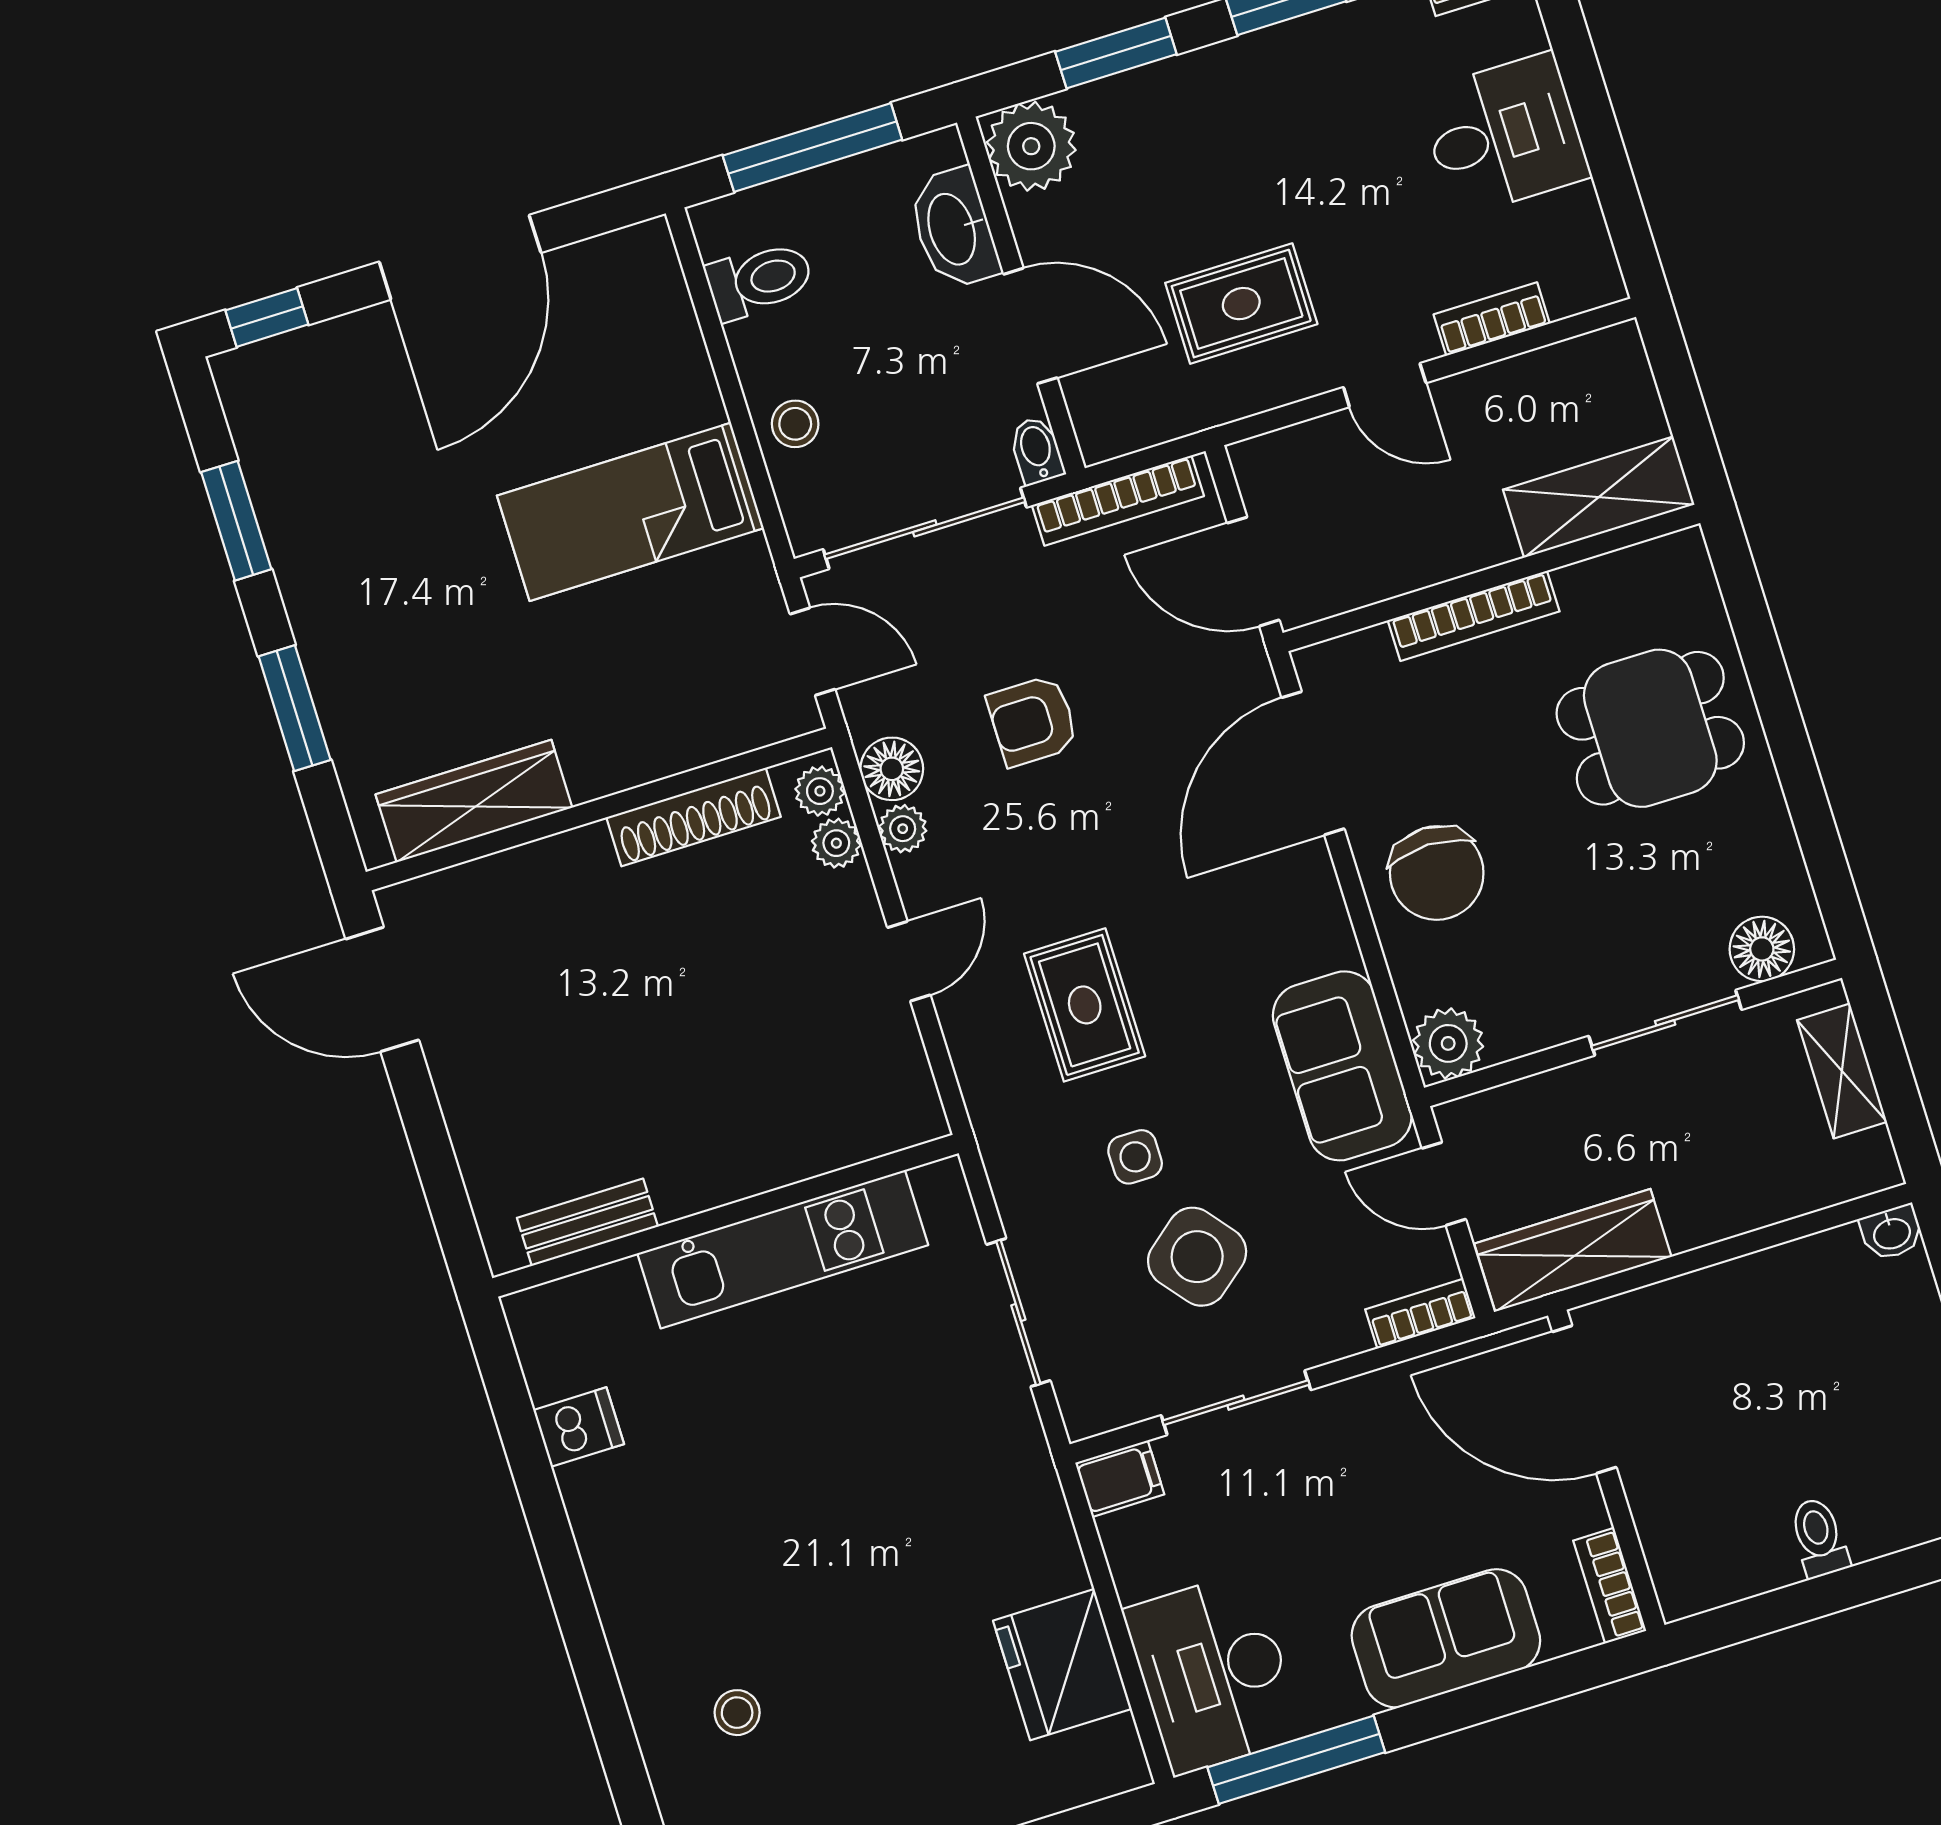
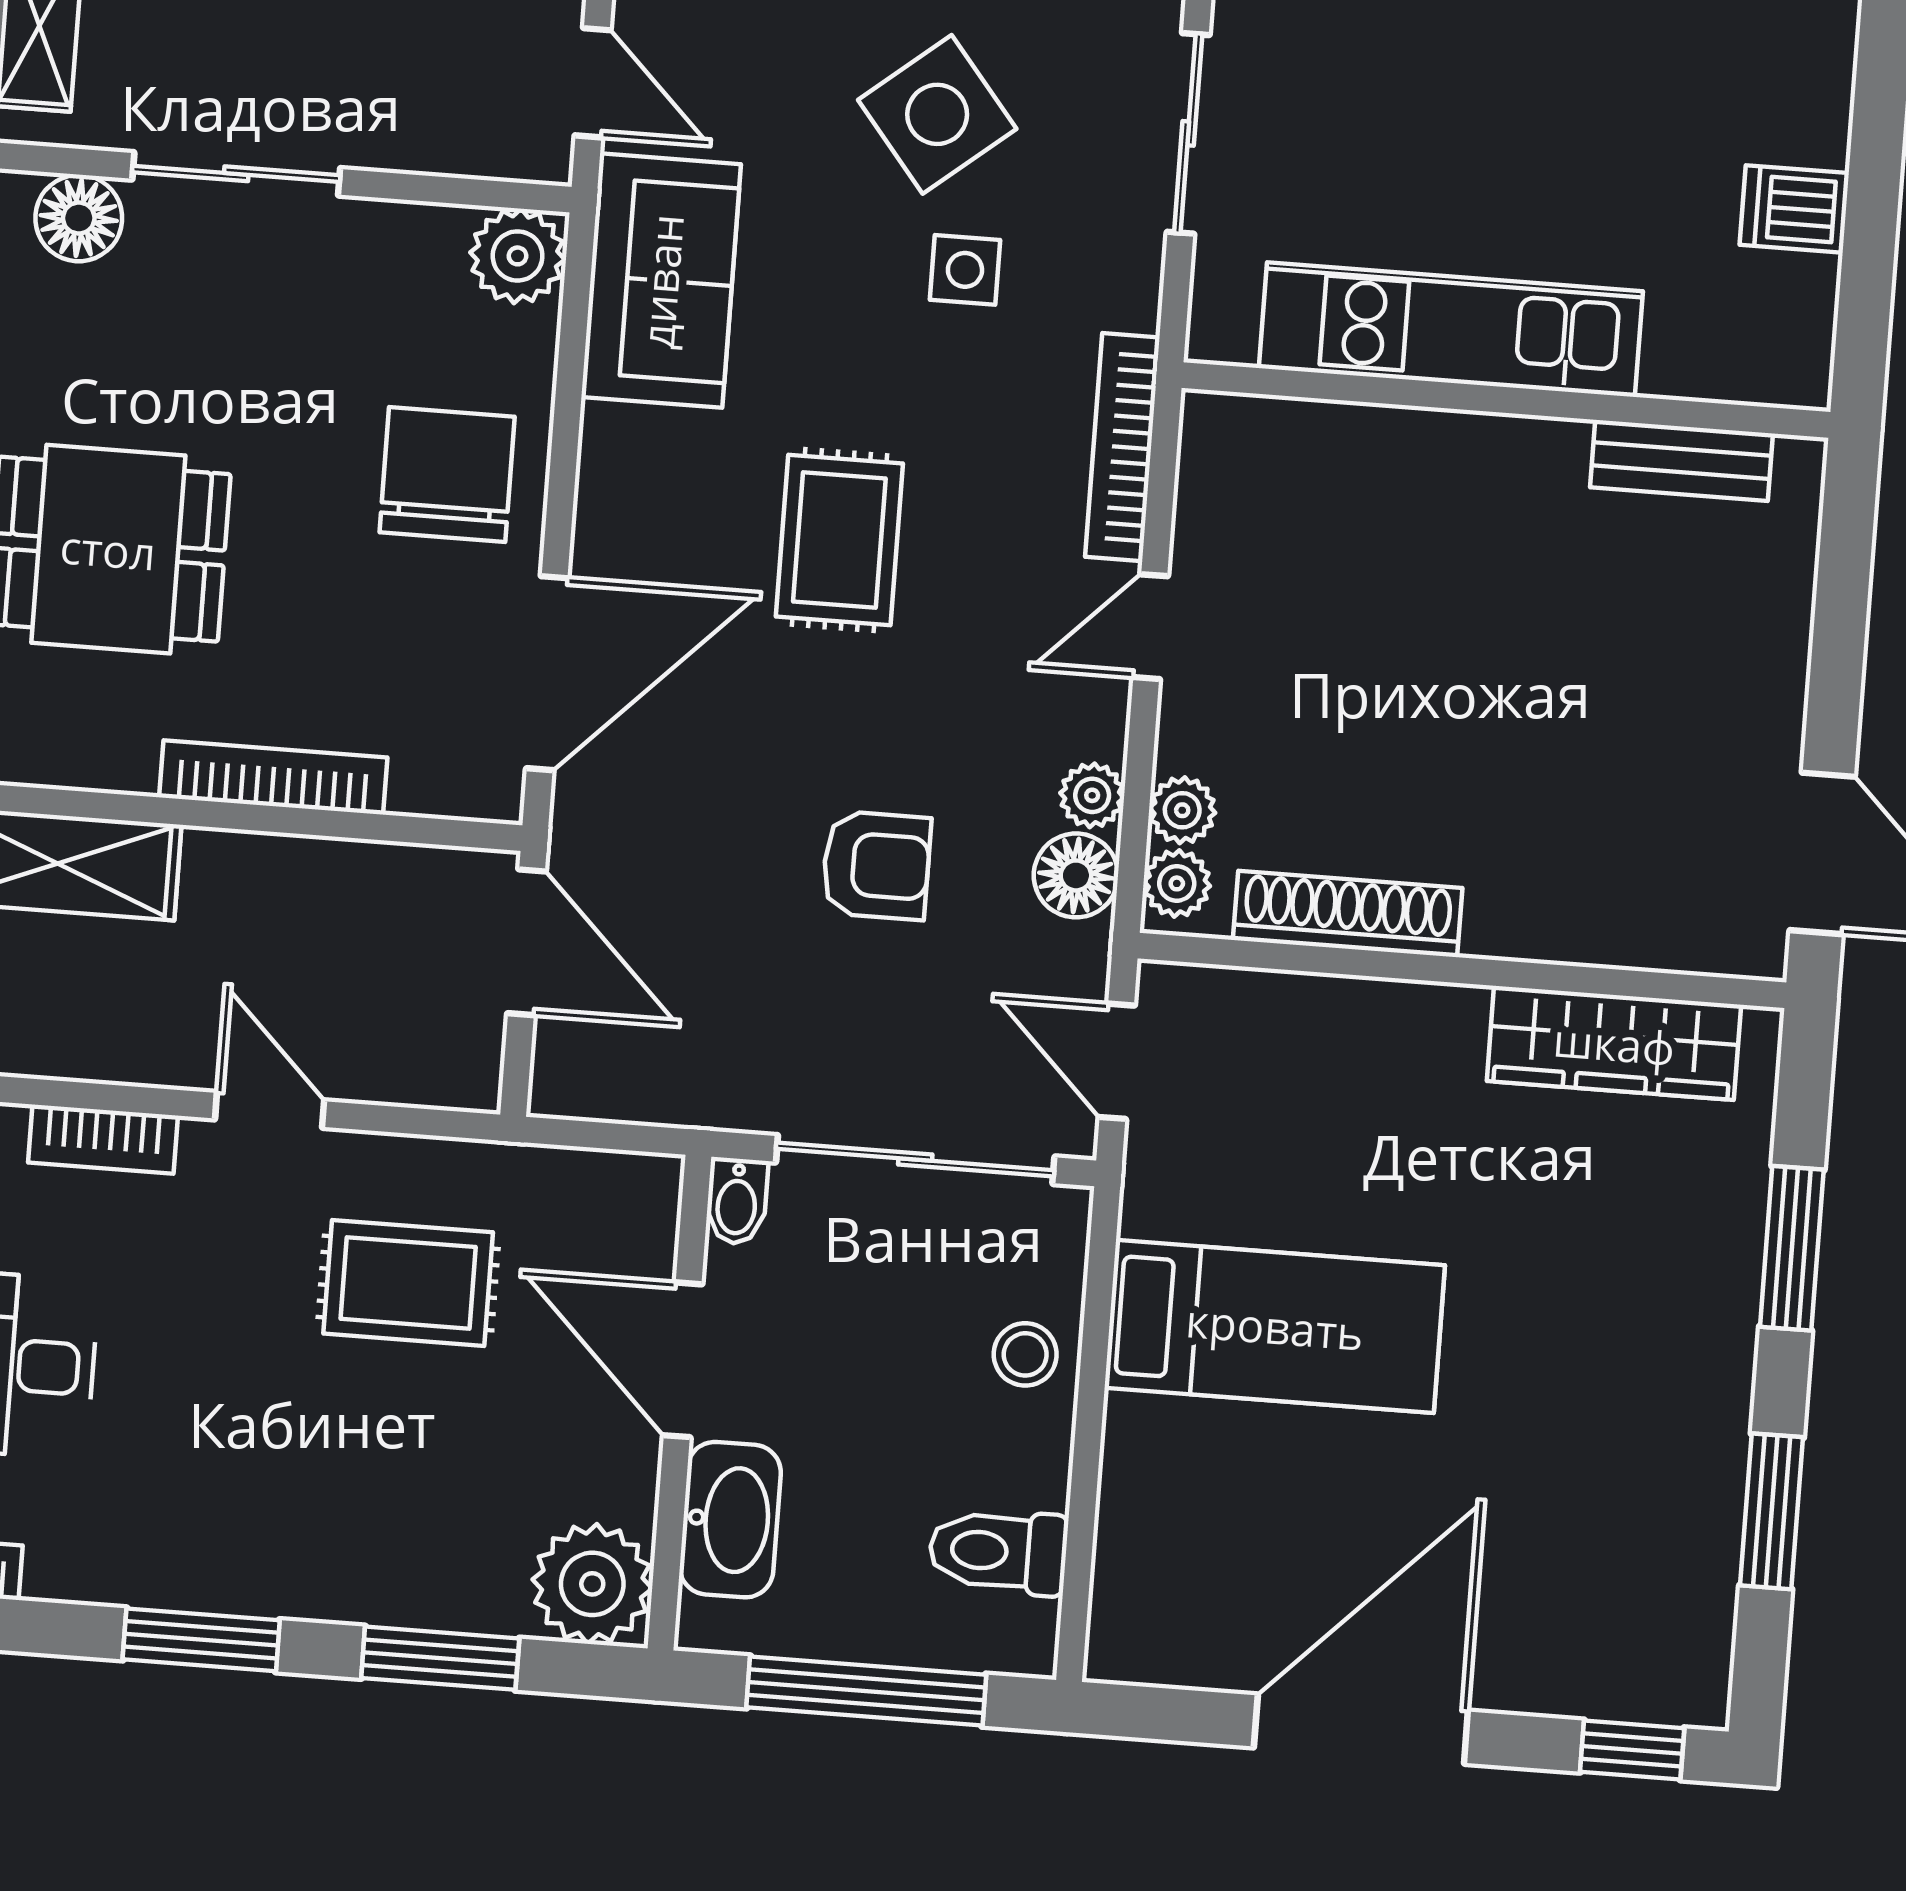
bookcase: (1118, 501) -> (1122, 447), moved, turned -90
rug: (1085, 1005) -> (839, 540), moved

